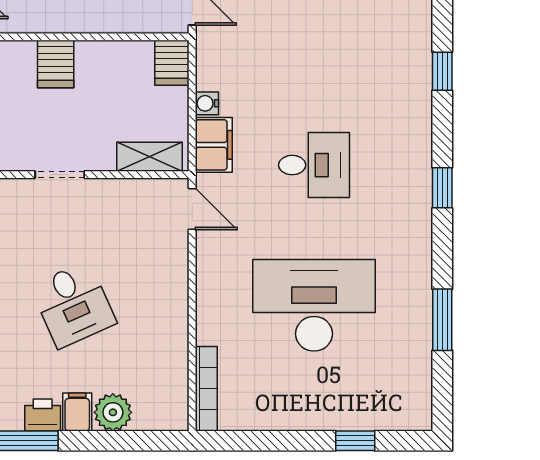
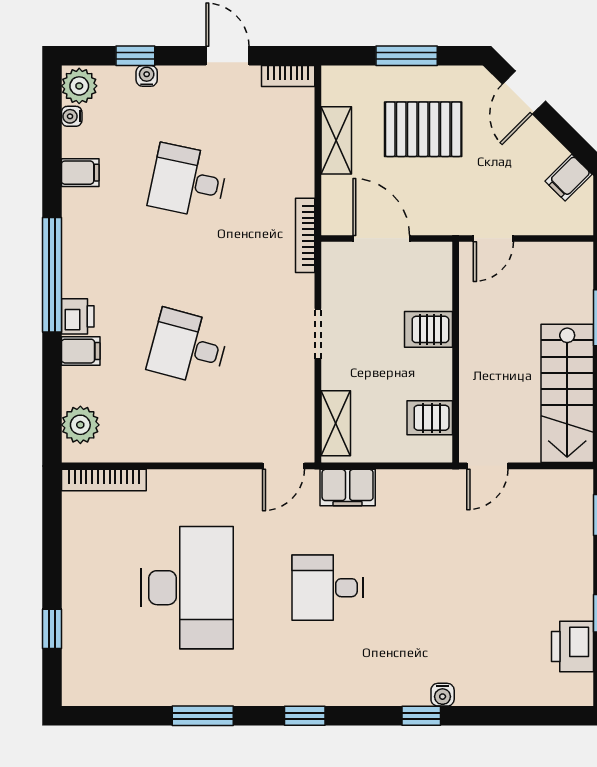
server rack: (172, 63) -> (430, 418), moved
water cooler: (207, 103) -> (443, 695), moved, turned 180
desk: (314, 165) -> (327, 588), turned 90
desk: (73, 304) -> (188, 347), turned 39
window: (442, 320) -> (203, 716), moved
plant: (113, 412) -> (80, 425), moved

